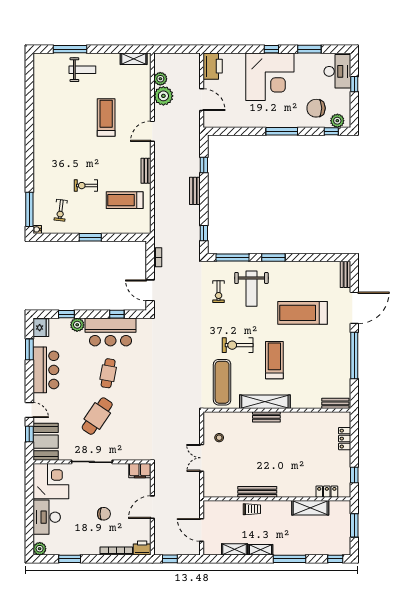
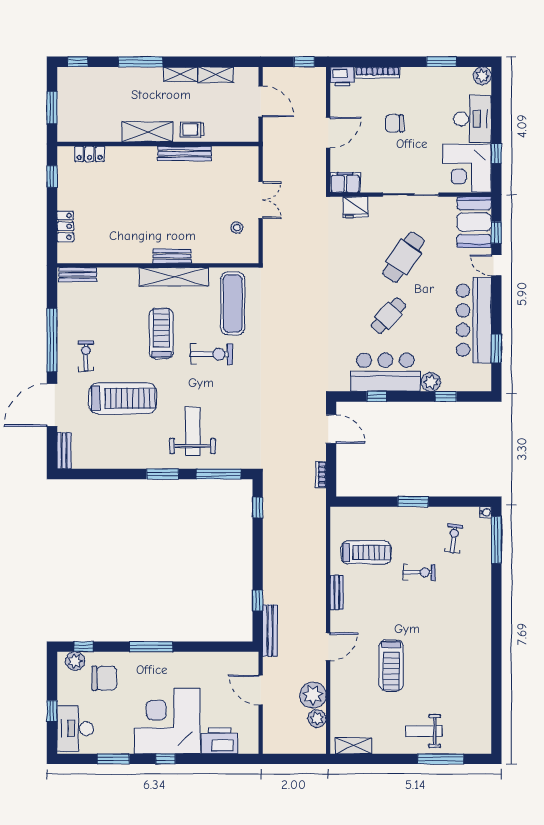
printer: (213, 66) -> (220, 741), moved, turned 90
bench: (195, 191) -> (270, 631), moved, width x1.36
exercise bike: (219, 292) -> (86, 356), moved
fridge: (41, 328) -> (356, 207), moved, turned -90
treadmill: (274, 360) -> (161, 334), turned 180
bar counter: (46, 370) -> (474, 320), width x1.36
cafe table: (108, 373) -> (389, 316), turned 33
window: (29, 492) -> (496, 153), added
shelving: (310, 508) -> (147, 132), moved

